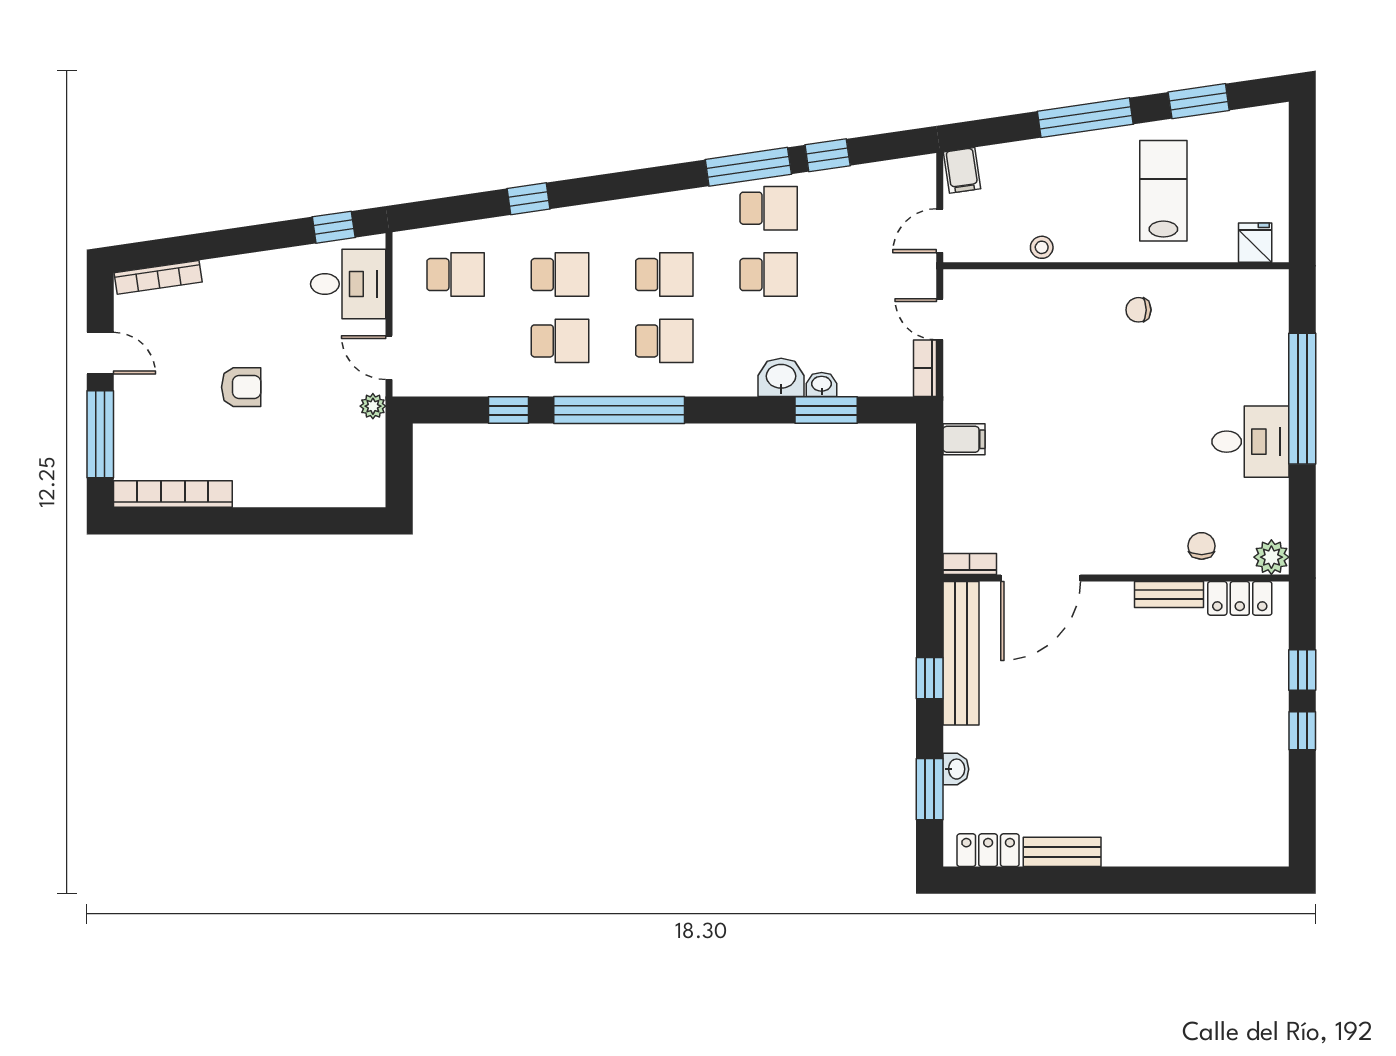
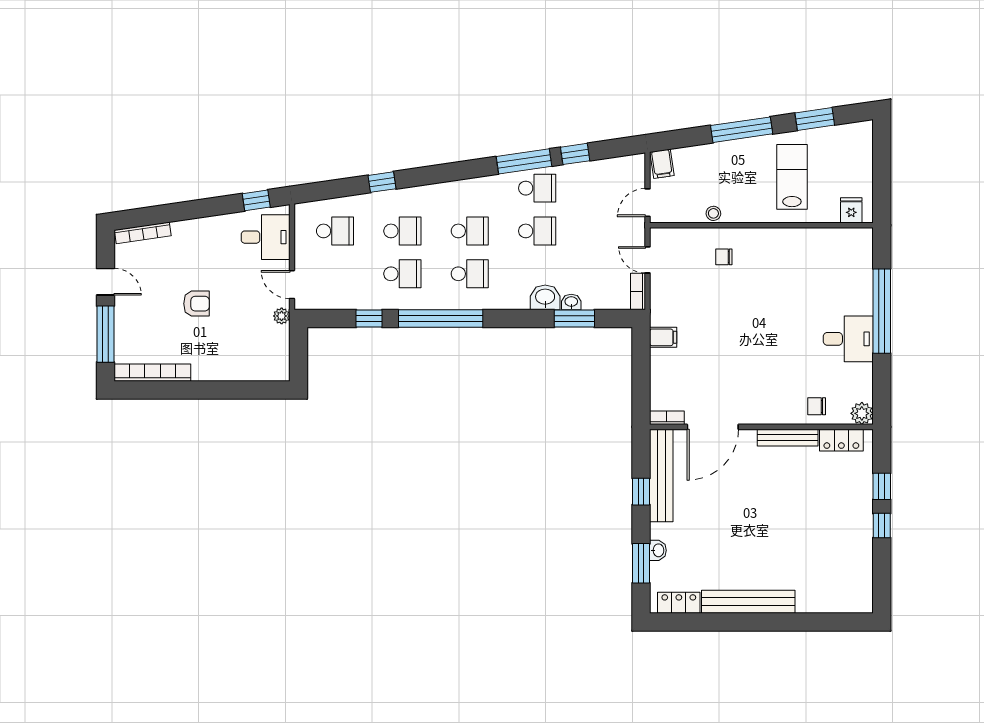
chair: (1138, 310) -> (724, 257), moved
chair: (1202, 546) -> (817, 406), turned -90
bench: (1169, 594) -> (788, 438), width x1.36
bench: (1062, 852) -> (748, 602), width x1.86, depth x1.21

